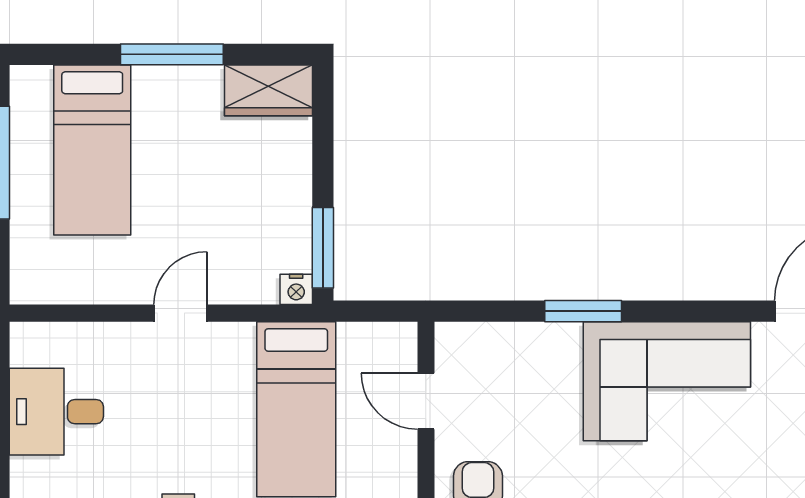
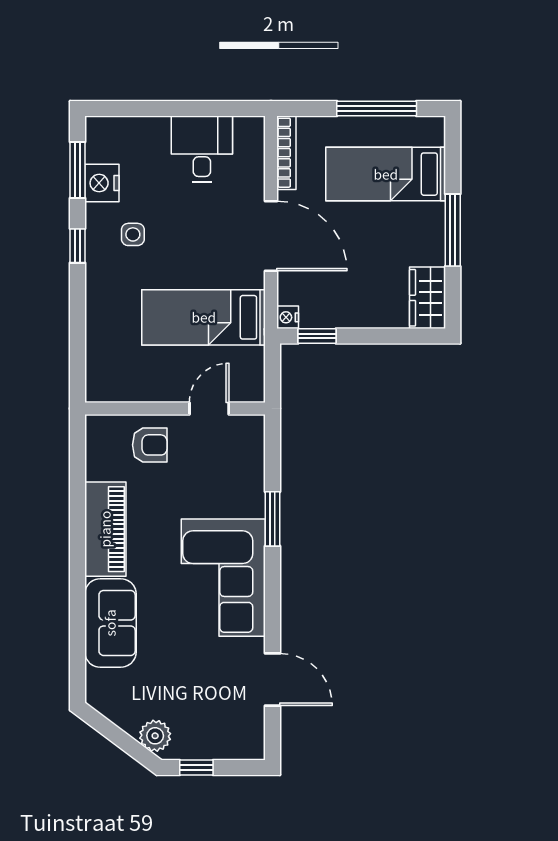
window: (323, 248) -> (317, 336), width x0.67
bookcase: (62, 291) -> (286, 153), added
door: (180, 313) -> (271, 236), width x1.88

